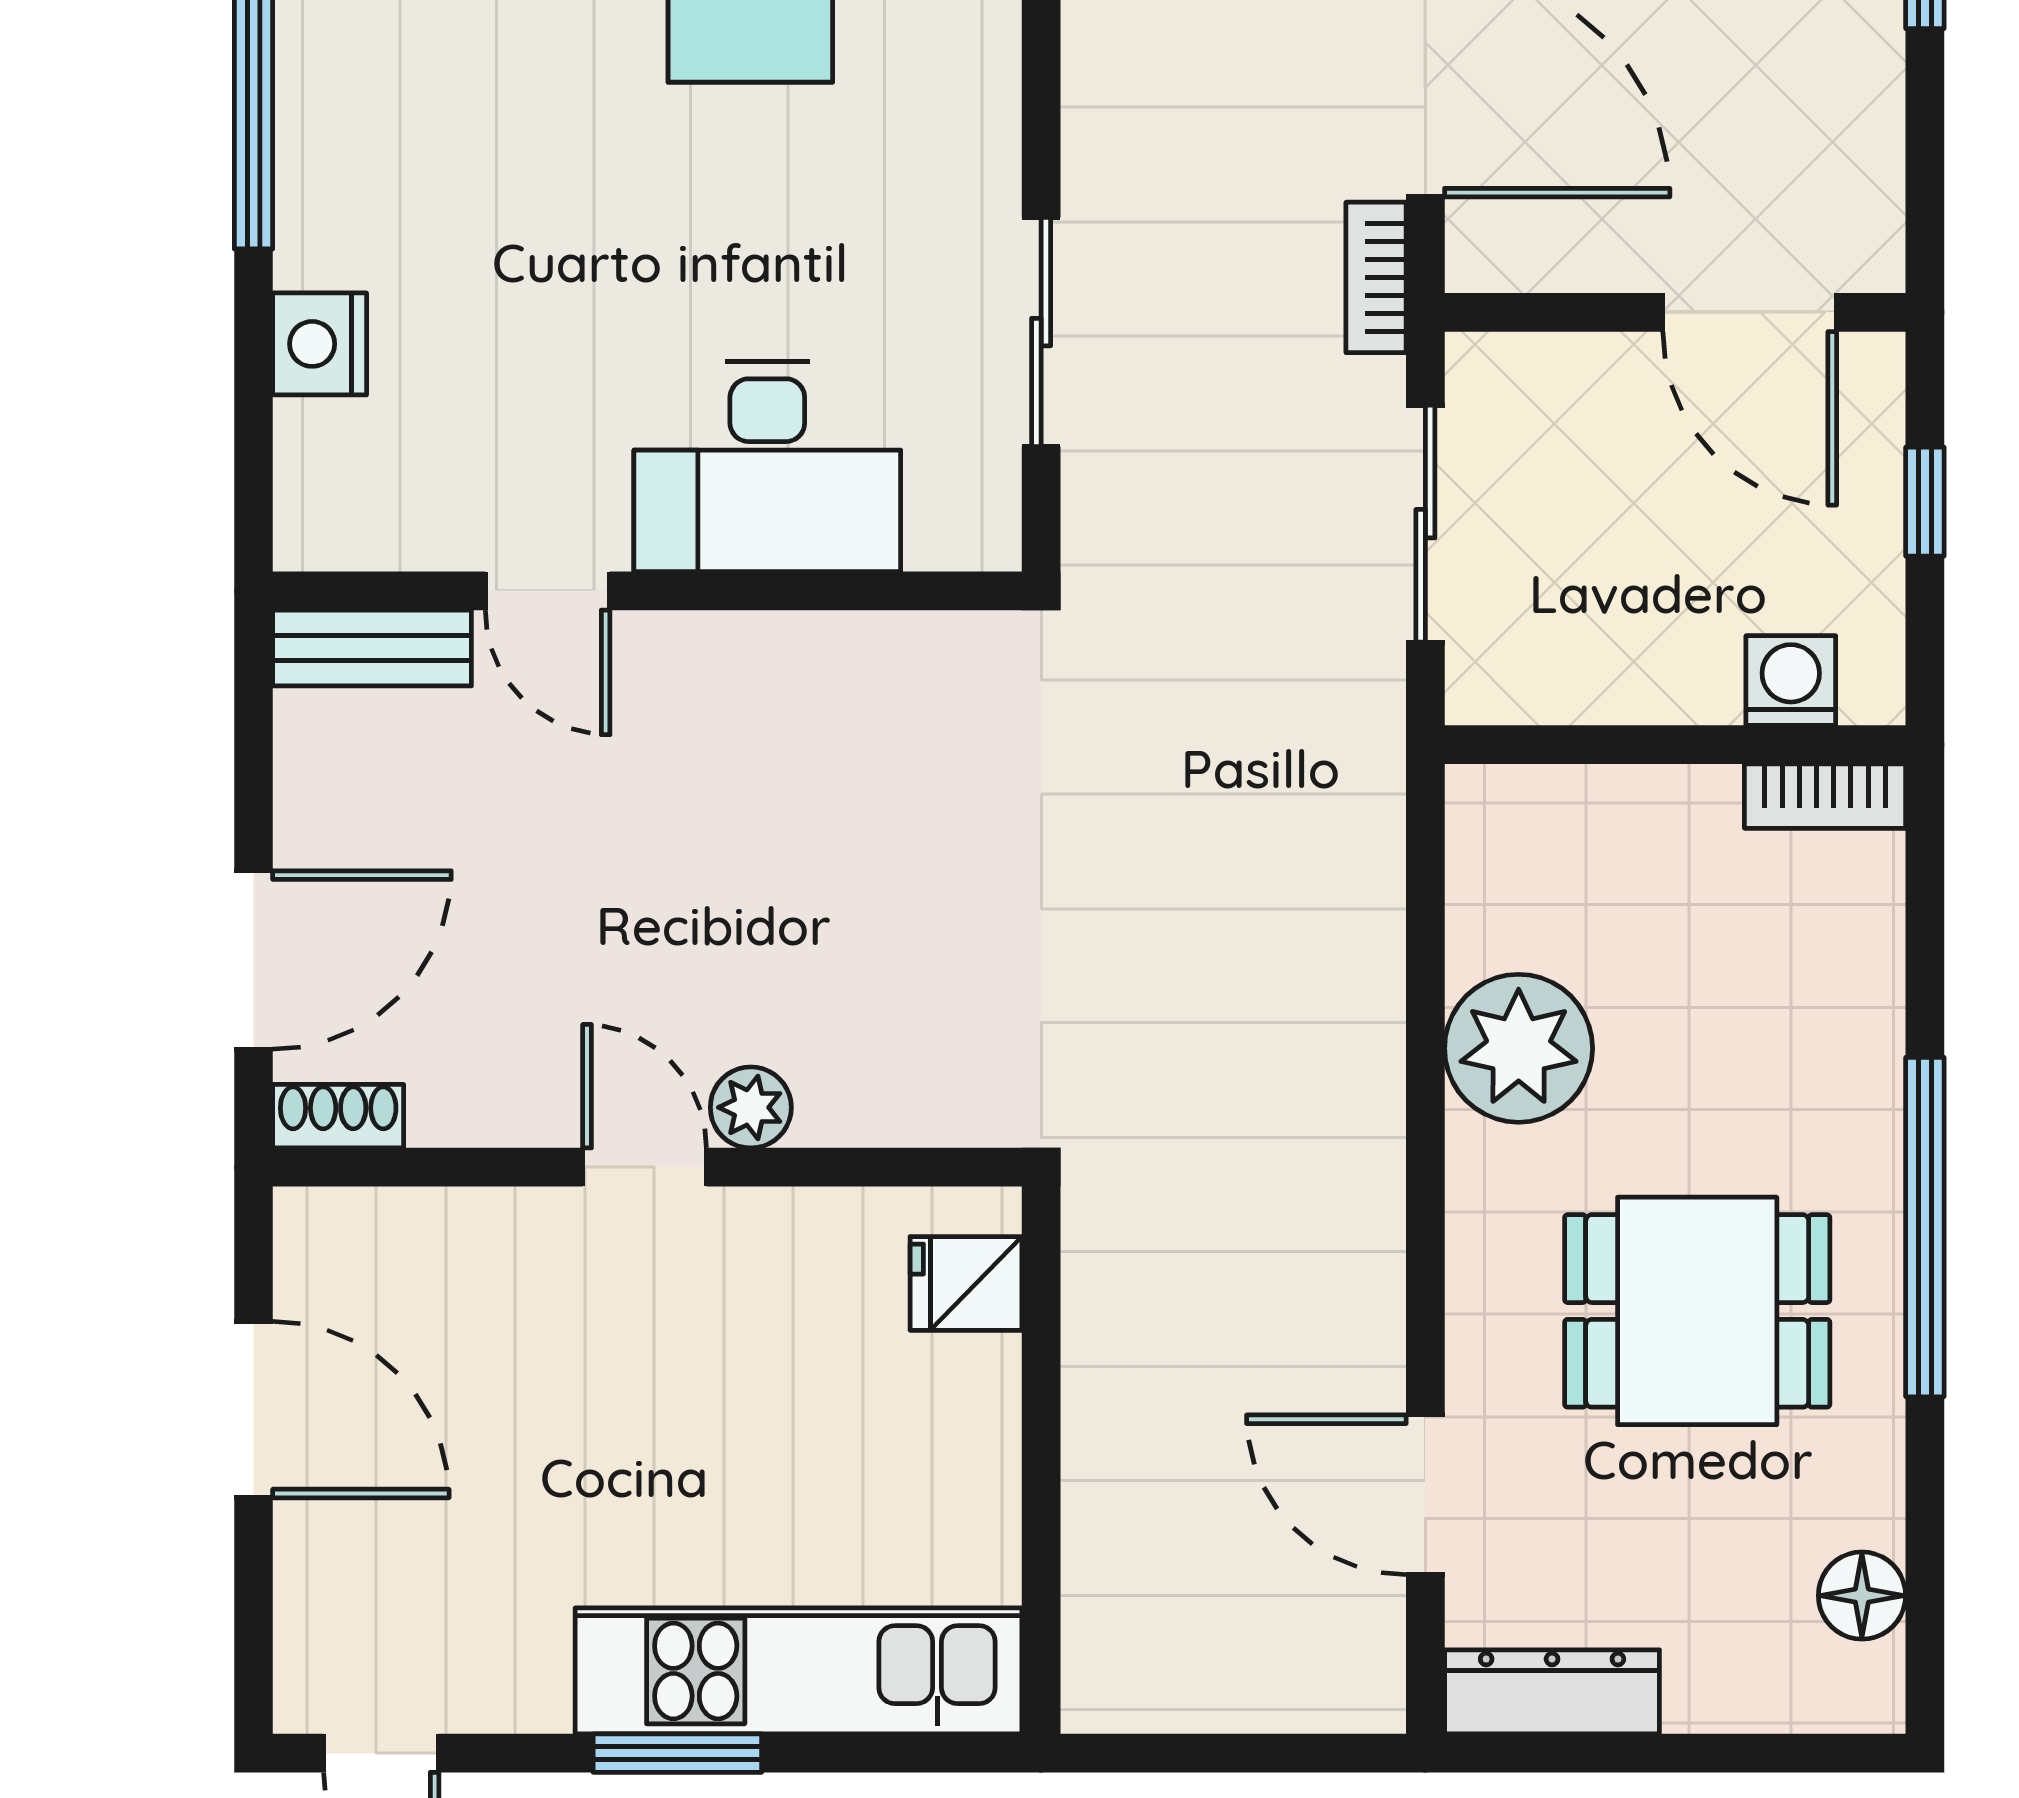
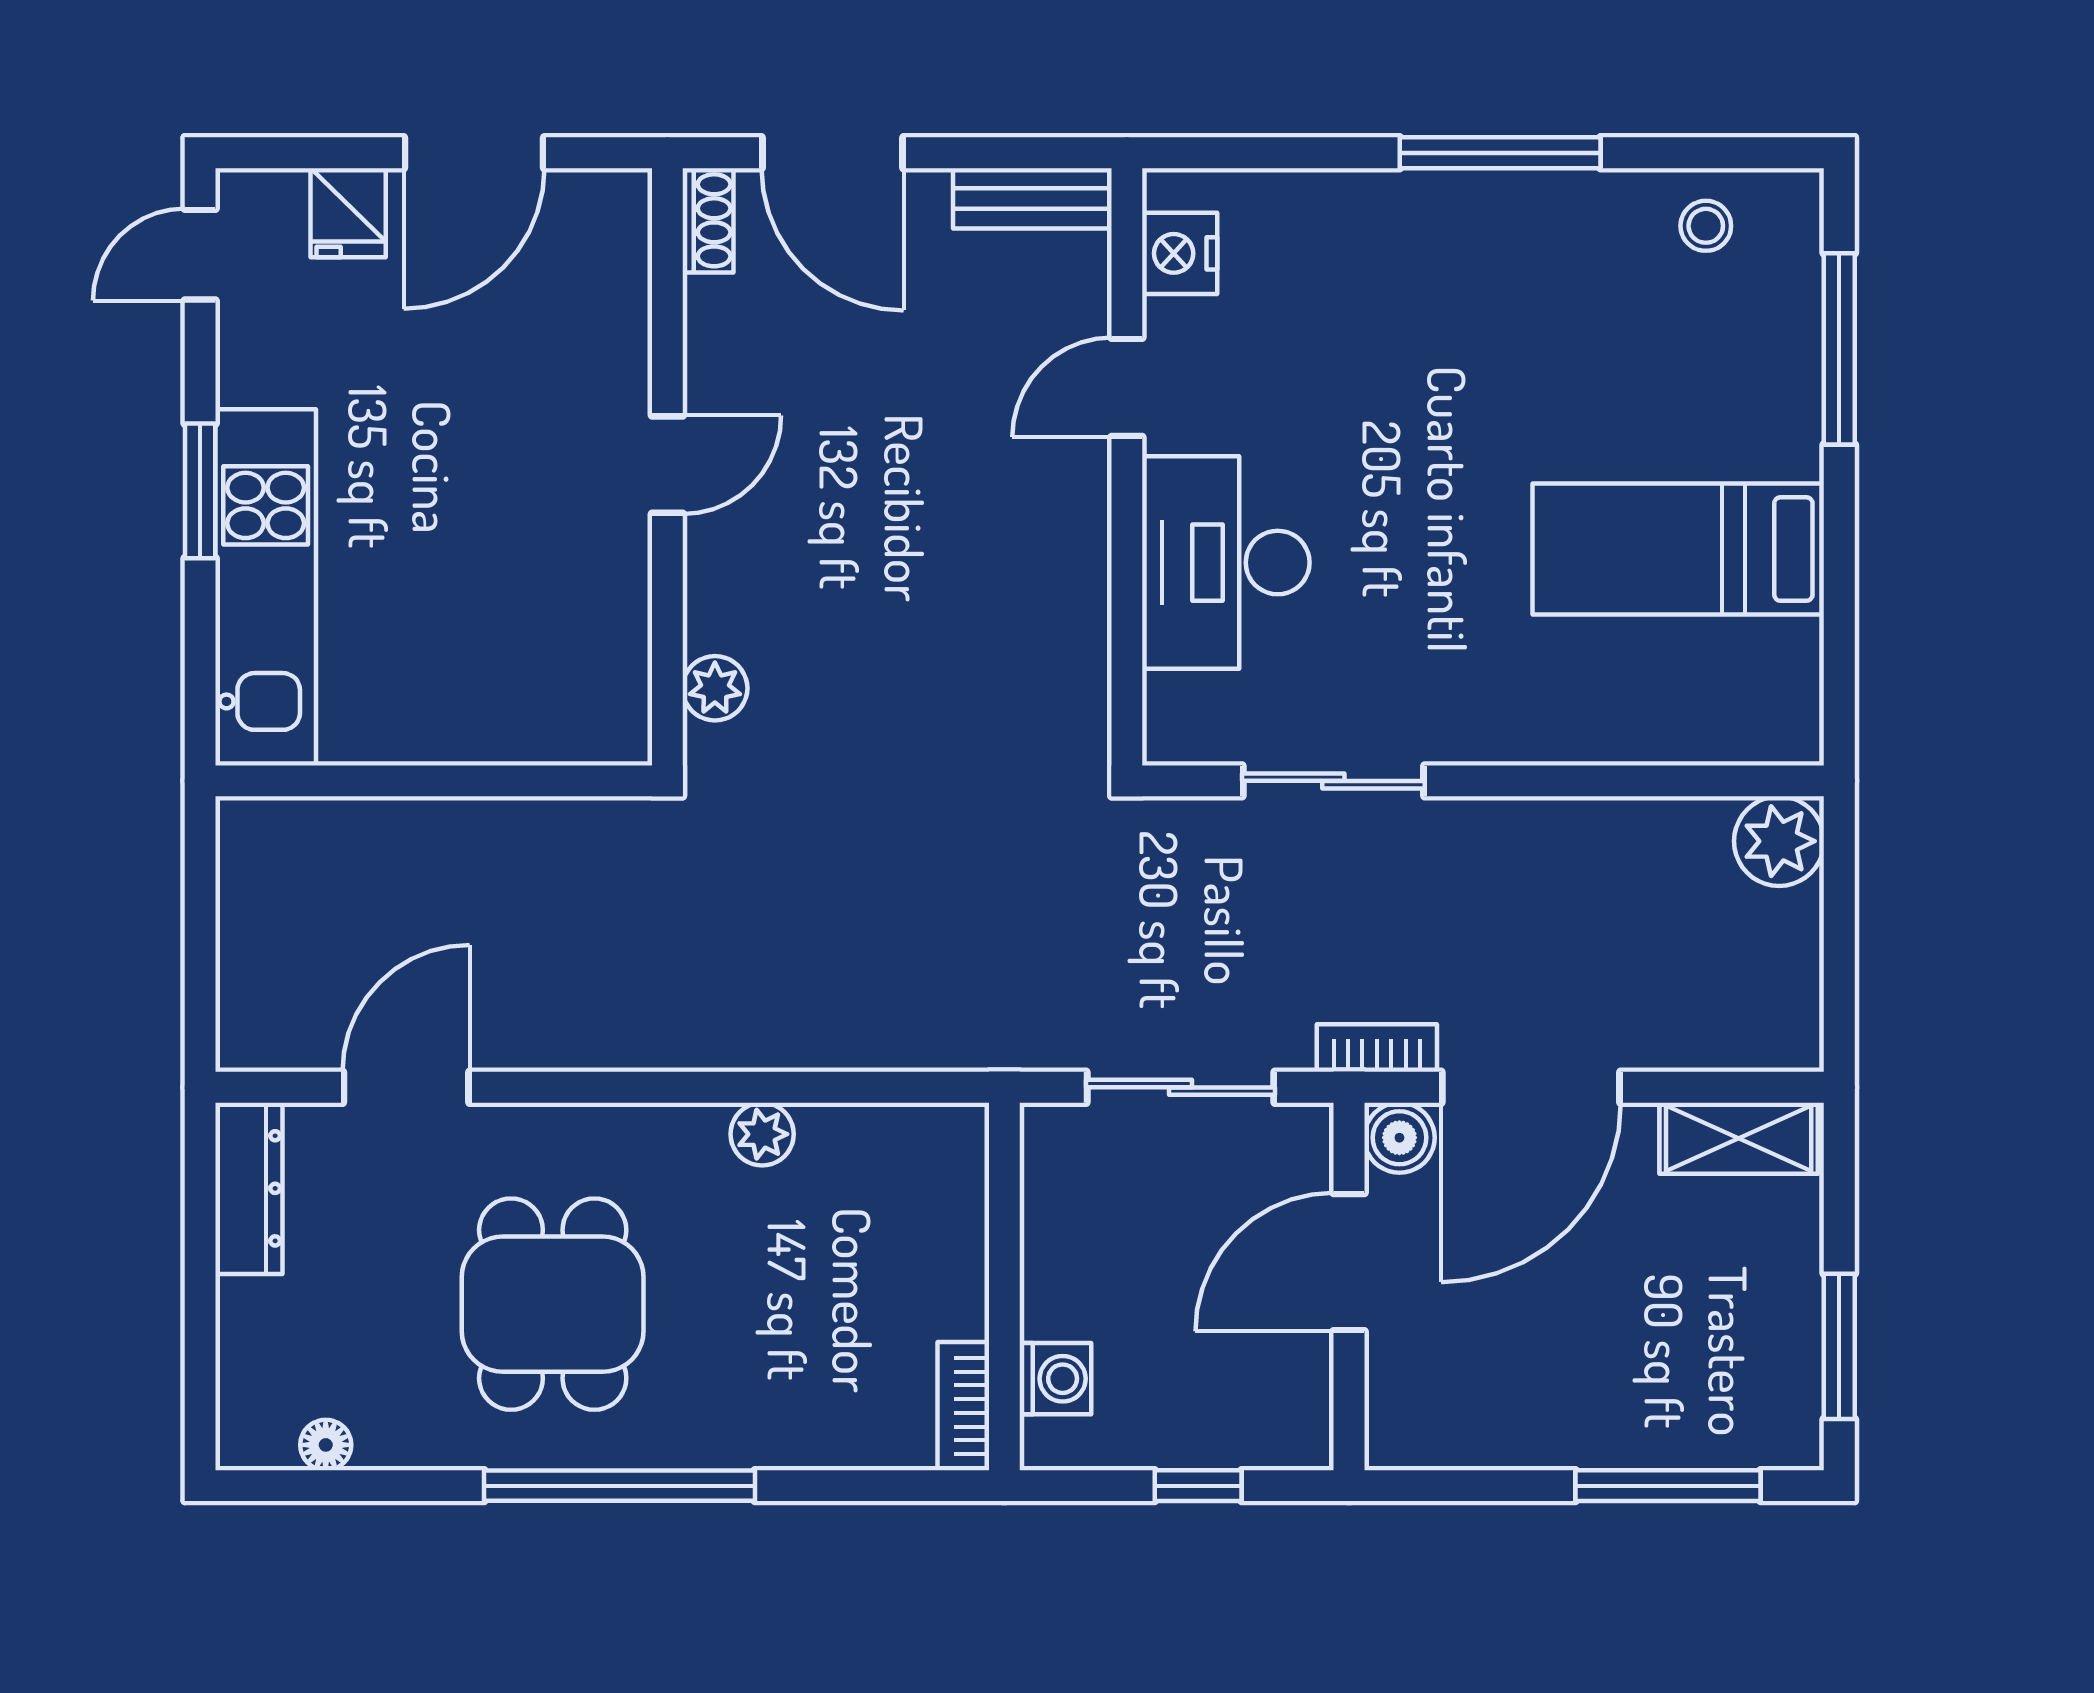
boiler: (1489, 249) -> (1399, 1138), added
door: (1750, 312) -> (1349, 1262), moved
nightstand: (320, 344) -> (1180, 253), moved, turned -90
bench: (372, 648) -> (1032, 198), moved, turned 90
plant: (1519, 1048) -> (762, 1134), width x0.53, depth x0.53
plant: (751, 1107) -> (715, 688), moved
fridge: (966, 1283) -> (348, 213), moved, turned 180
floor lamp: (1862, 1596) -> (326, 1445), width x0.73, depth x0.73

